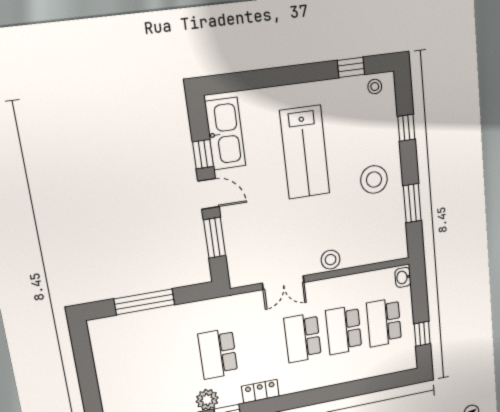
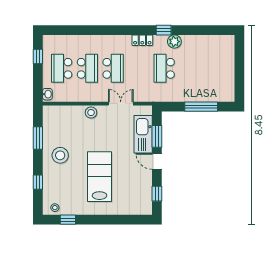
kitchen sink: (225, 134) -> (143, 134), moved
window: (203, 154) -> (157, 194), moved
school desk: (384, 322) -> (62, 68), turned 180
school desk: (218, 354) -> (164, 68), turned 180

